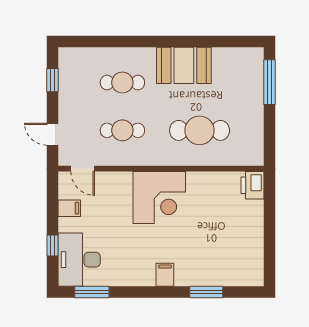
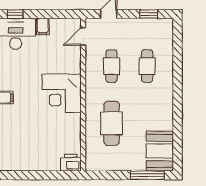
booth: (184, 65) -> (160, 151), moved
filing cabinet: (69, 208) -> (43, 26), moved
window: (52, 245) -> (15, 14), moved

